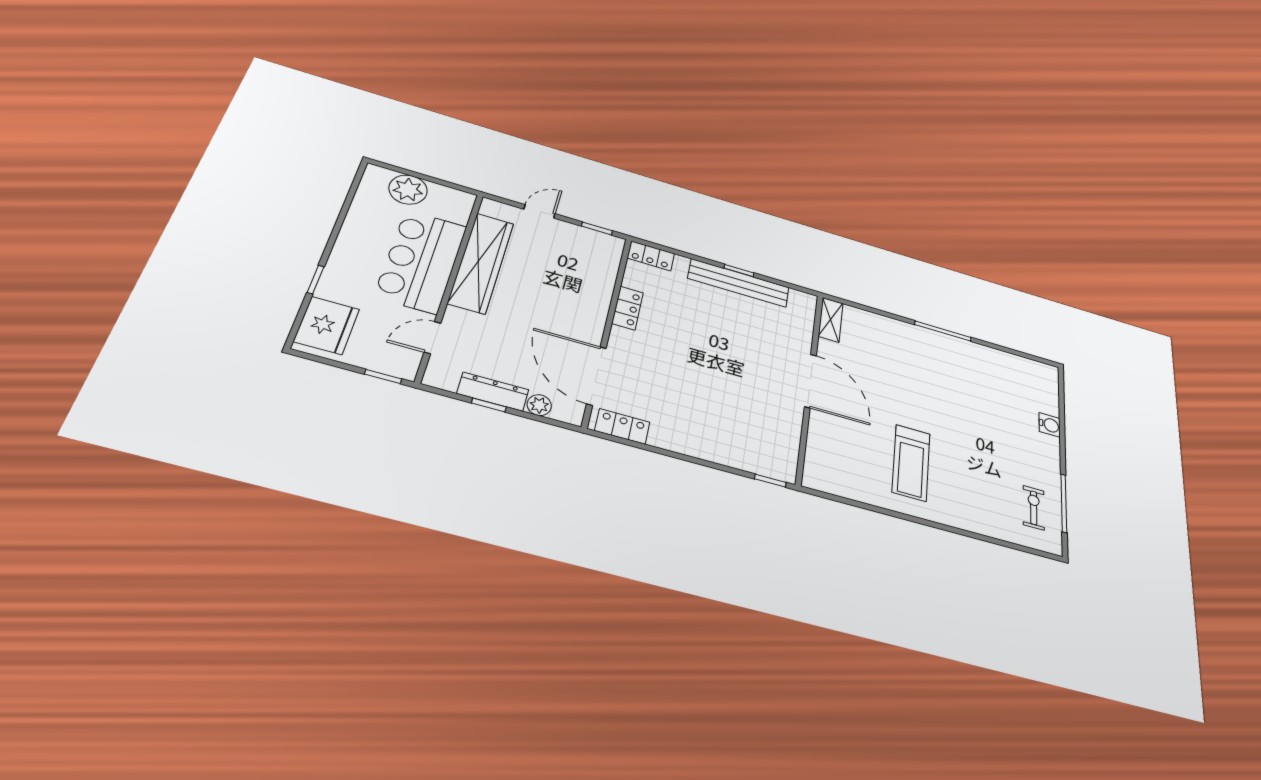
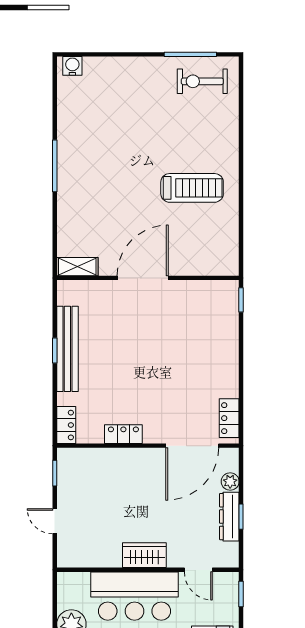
wardrobe: (481, 263) -> (144, 555), width x0.48, depth x0.85
water cooler: (1050, 425) -> (72, 66), moved
exercise bike: (1034, 508) -> (202, 81), width x1.38, depth x1.39

